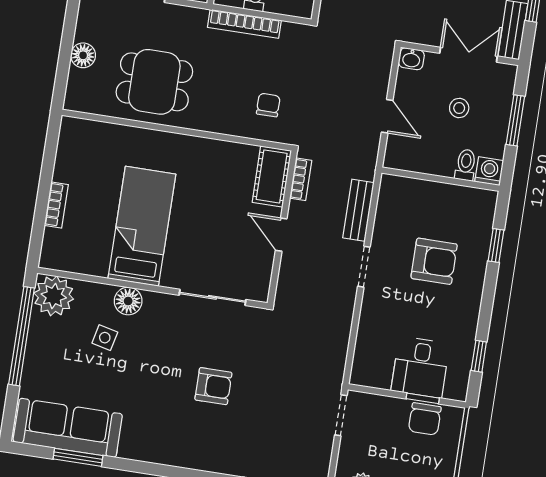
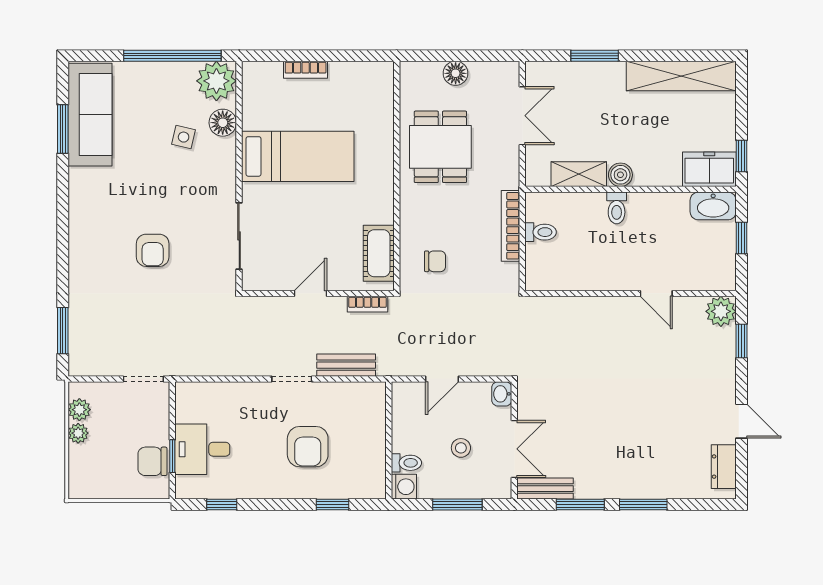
cot: (272, 176) -> (379, 253), moved, turned 90
floor lamp: (128, 301) -> (223, 123), moved

